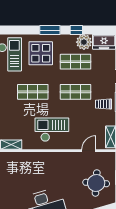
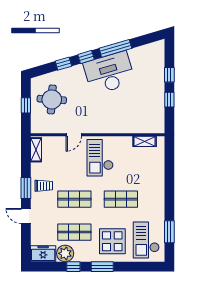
checkout: (52, 130) -> (100, 158), turned 90
door: (89, 151) -> (74, 135), moved

